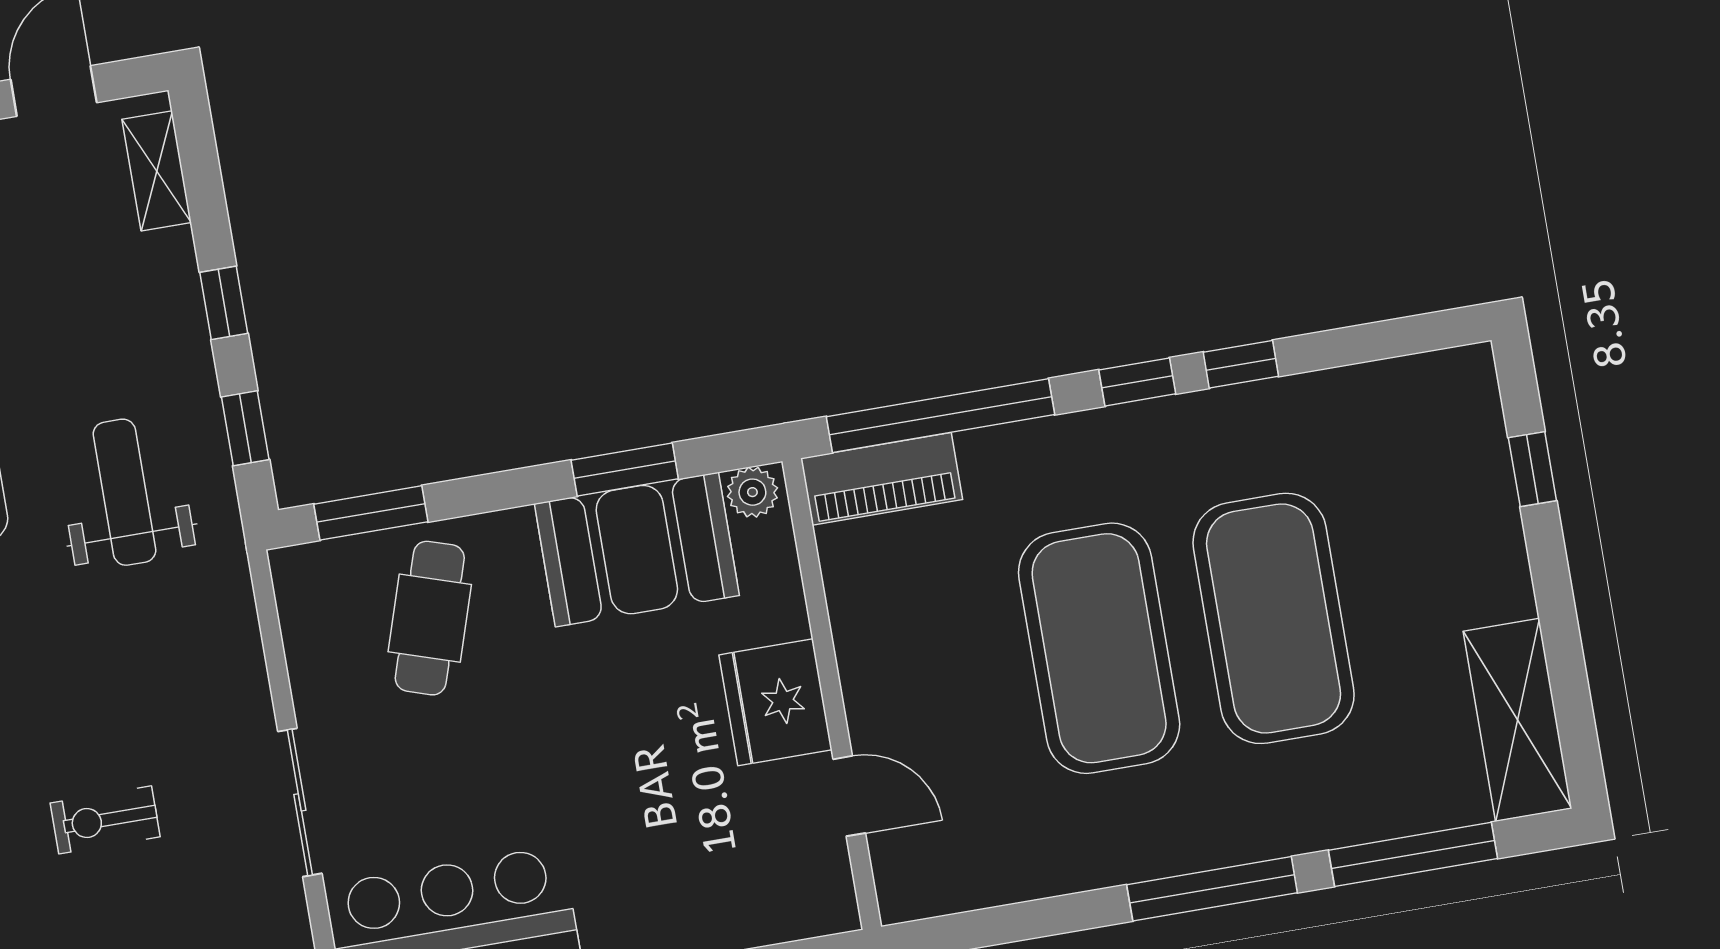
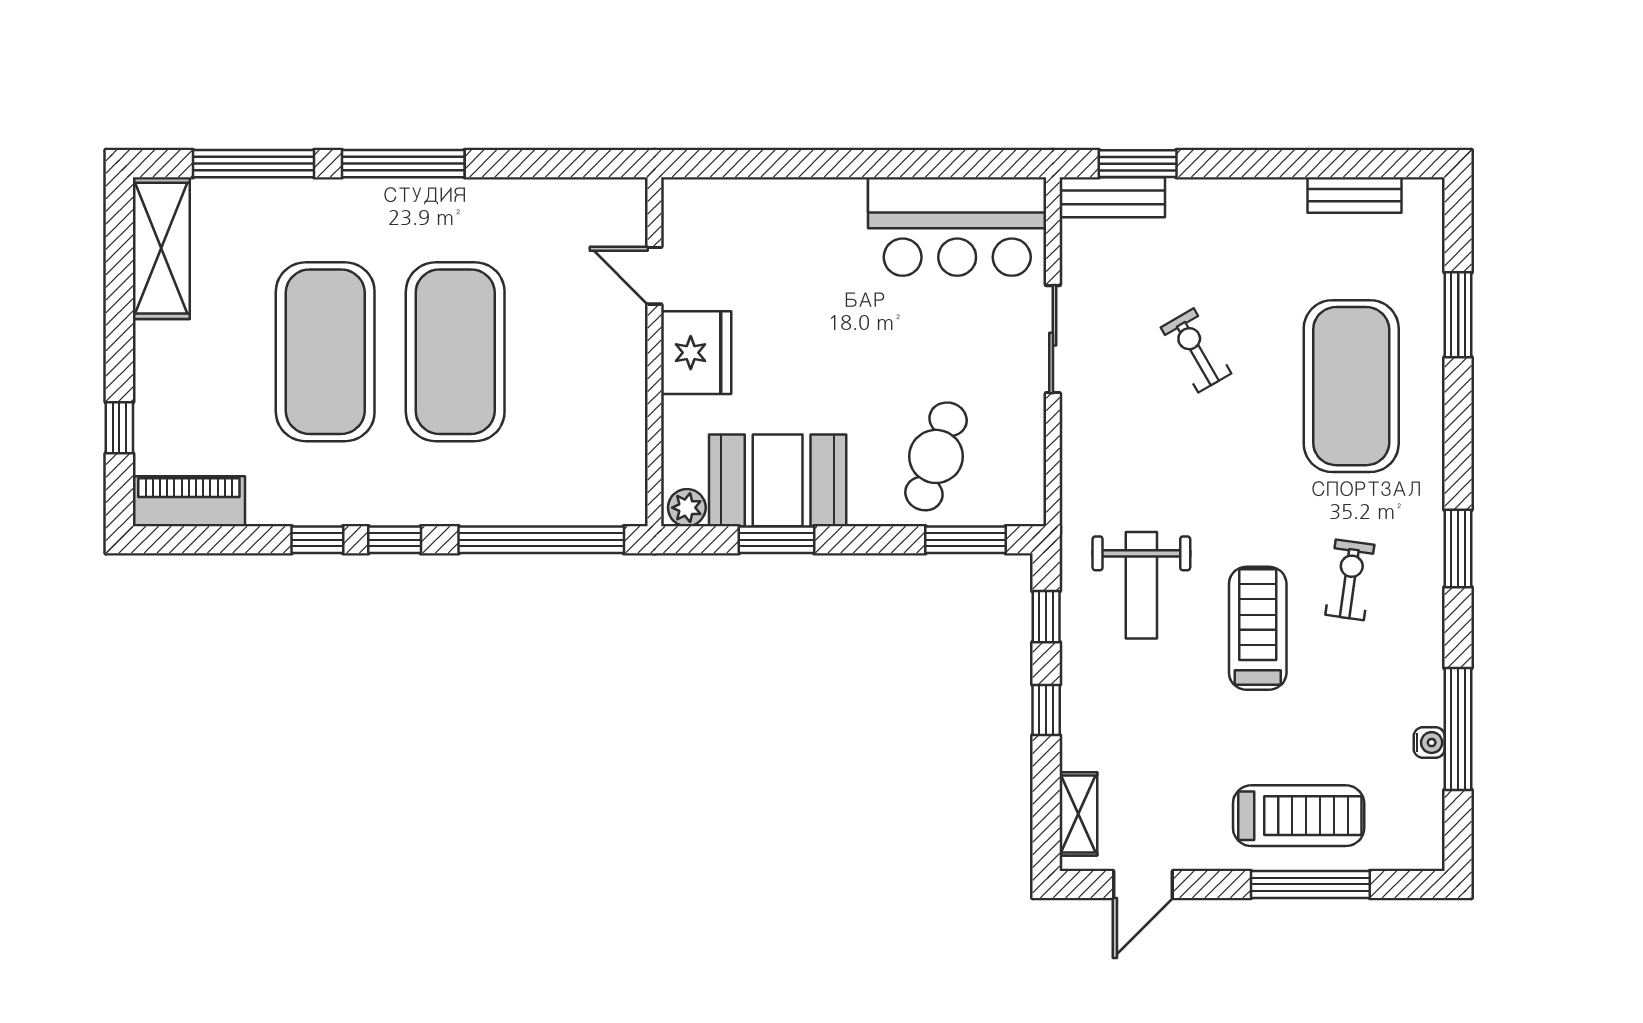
piano: (882, 479) -> (189, 501), moved
exercise bike: (105, 820) -> (1196, 350), turned -120

